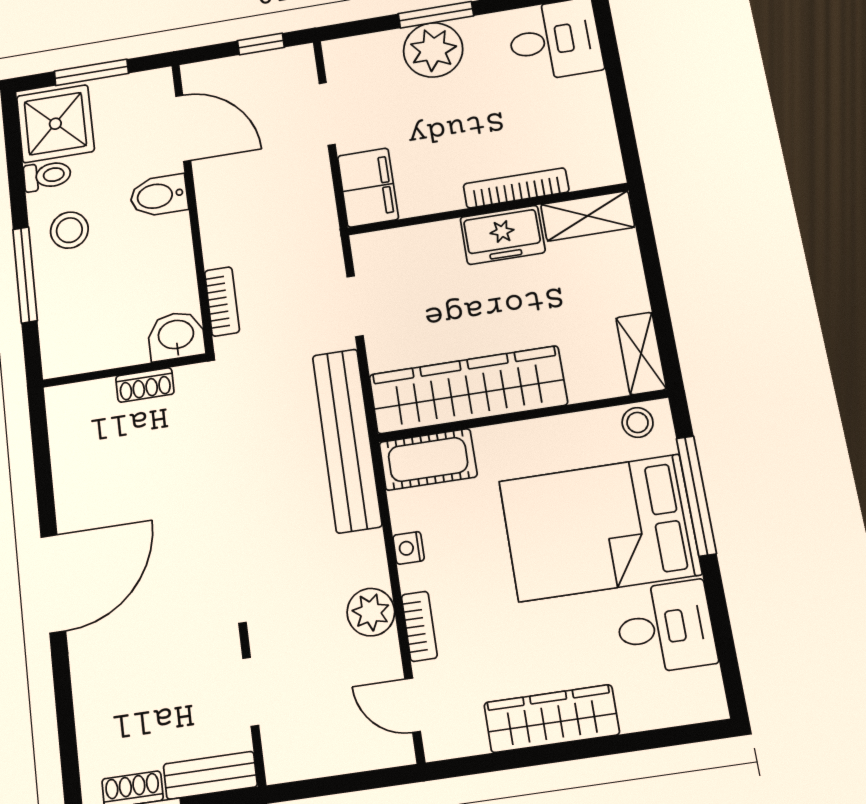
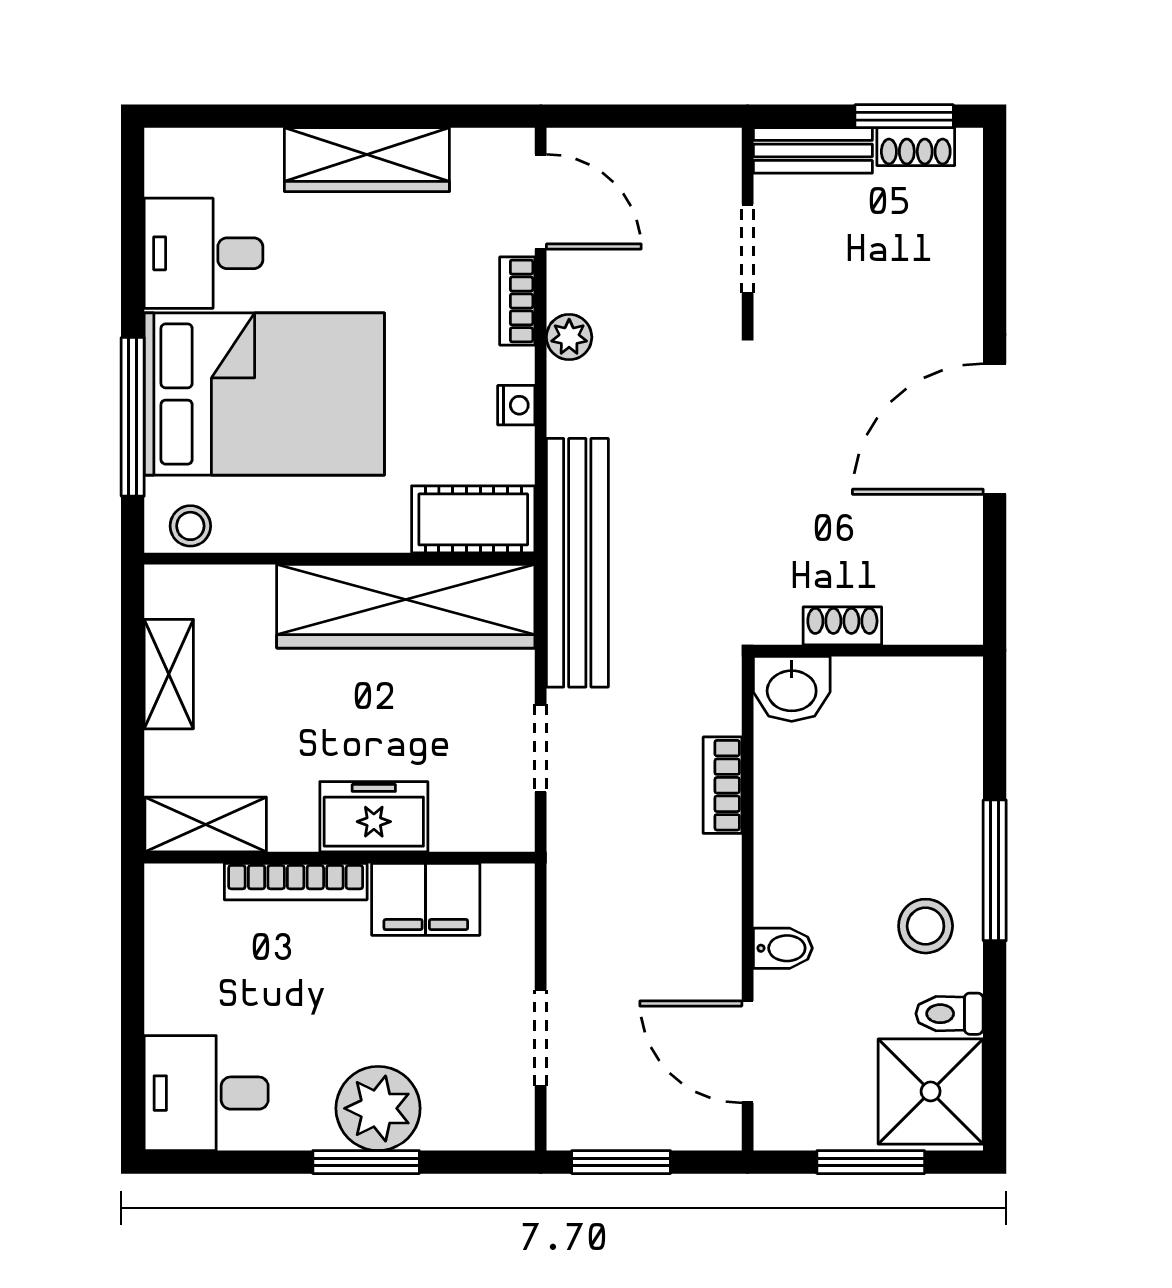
window: (261, 44) -> (621, 1162), width x1.50
filing cabinet: (368, 188) -> (426, 899), moved, turned -90
bidet: (159, 196) -> (783, 948), width x0.72, depth x0.74
freezer: (503, 235) -> (374, 817), moved
washbasin: (176, 336) -> (792, 689), moved
shelving: (641, 353) -> (169, 674), moved
wall: (125, 371) -> (868, 651), moved
shoe rack: (145, 385) -> (842, 626), moved
plant: (371, 612) -> (569, 337), width x0.73, depth x0.73
door: (413, 705) -> (541, 202), width x1.38

